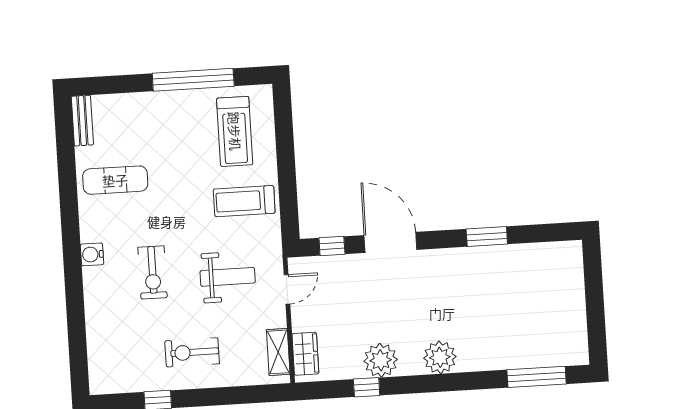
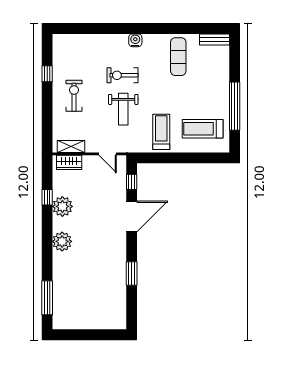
weight bench: (228, 277) -> (123, 109), moved

